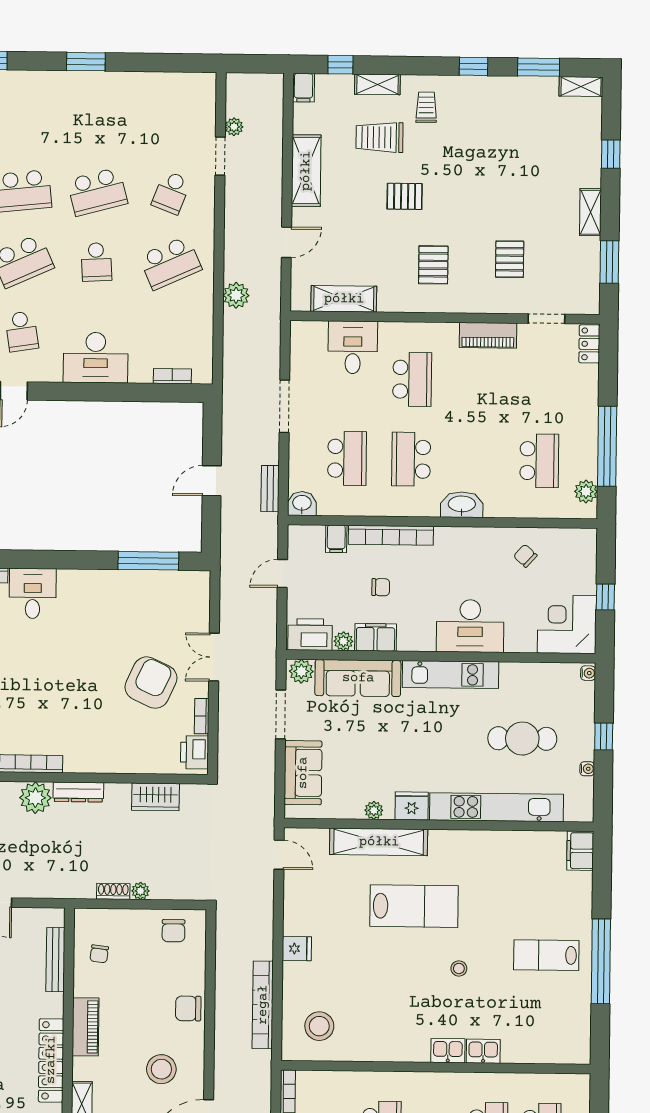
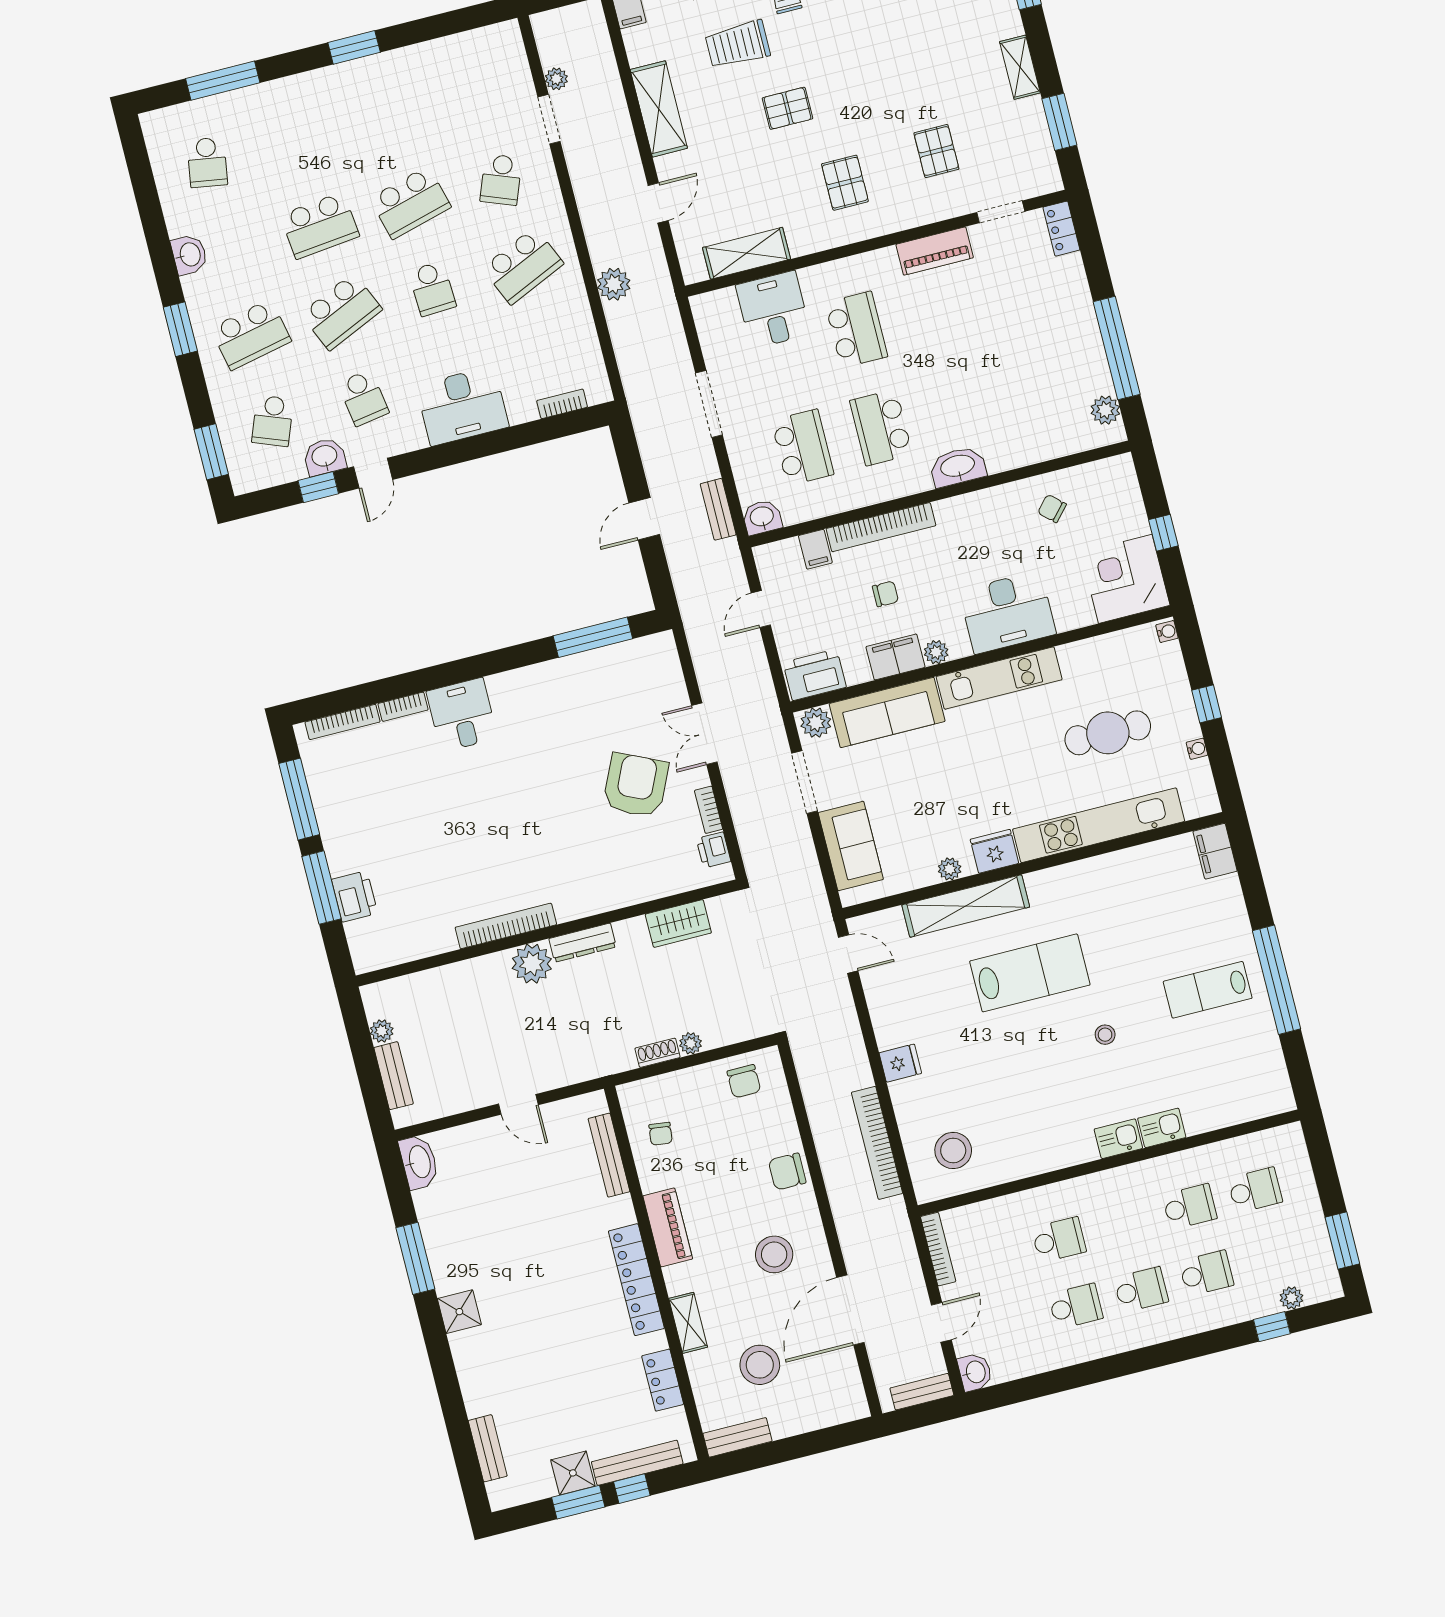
school desk: (539, 461) -> (1038, 388), removed
plant: (343, 641) -> (936, 652), moved
printer: (195, 752) -> (714, 850), width x0.73, depth x0.81

